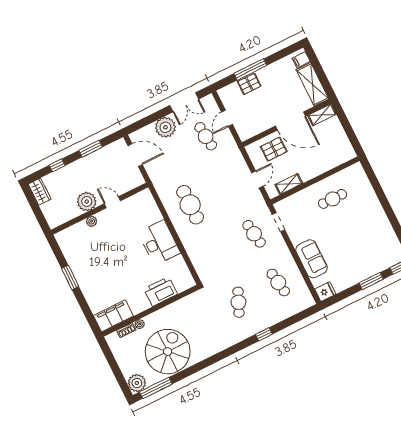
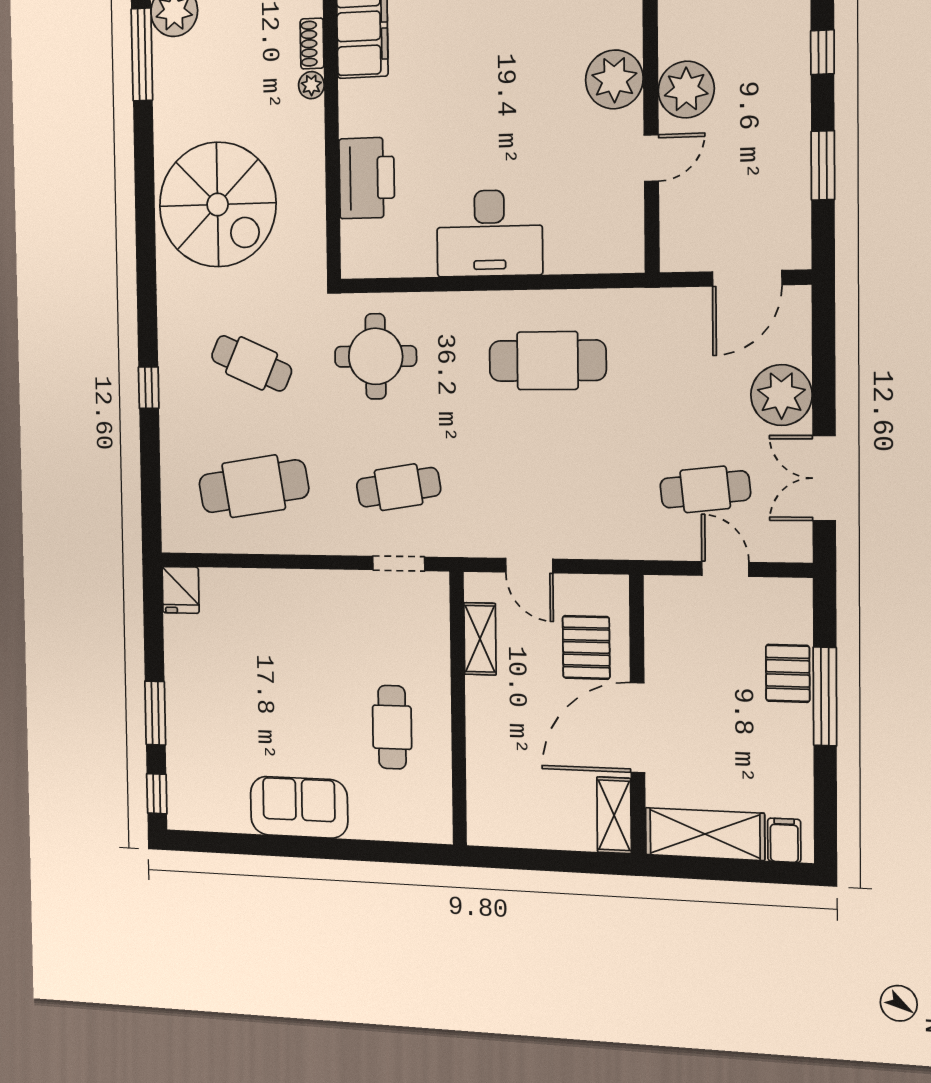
plant: (92, 221) -> (614, 79), width x1.88, depth x1.88
sofa: (312, 259) -> (299, 807), moved, turned 180
round table: (216, 261) -> (376, 356), added
cafe table: (278, 283) -> (254, 486), width x1.37, depth x1.35
spiral stairs: (168, 352) -> (218, 205), moved

